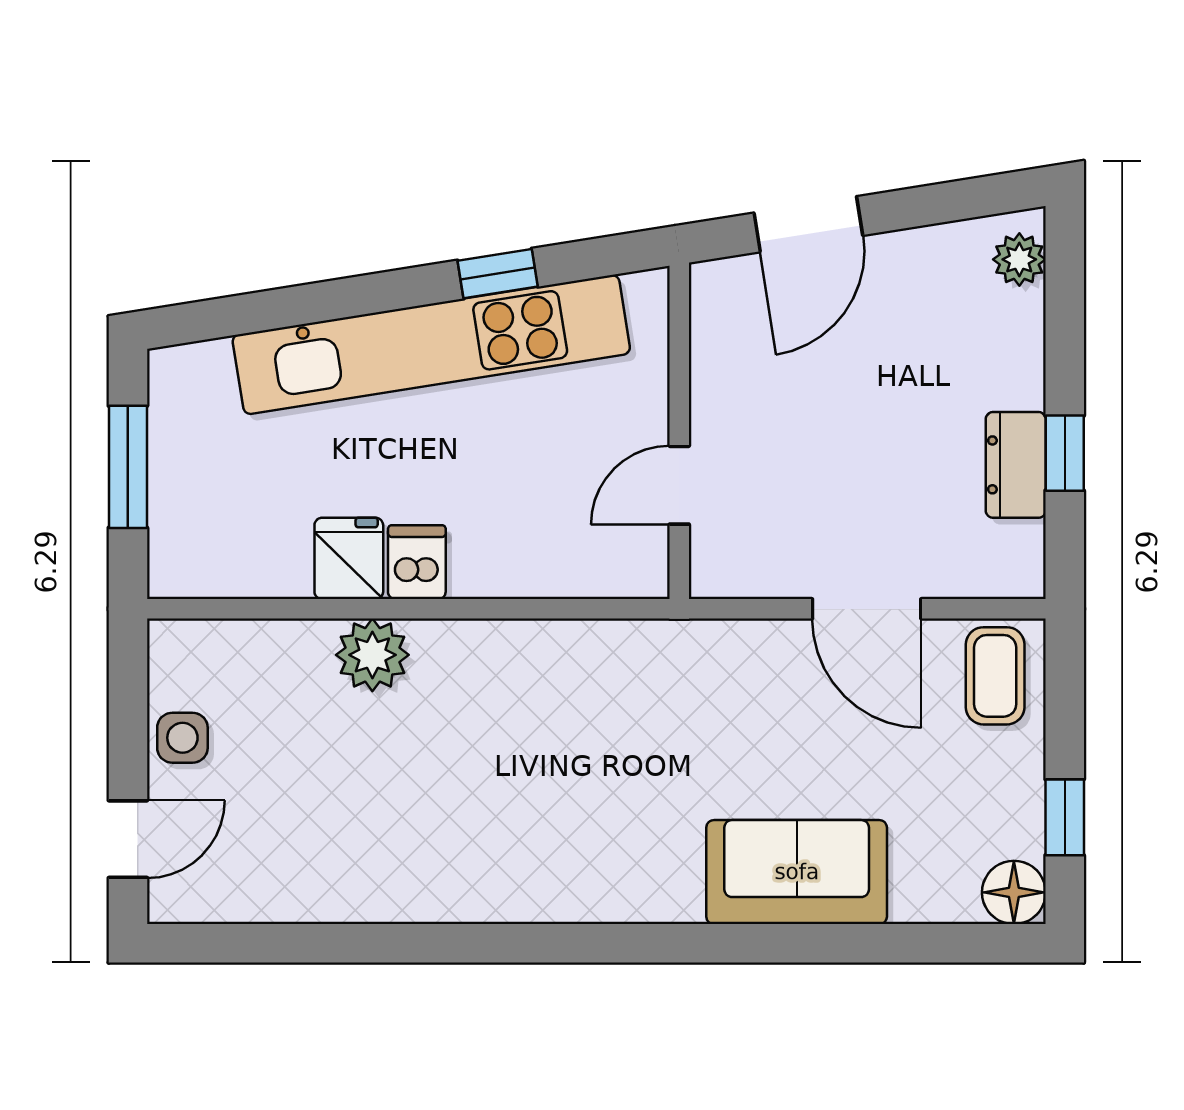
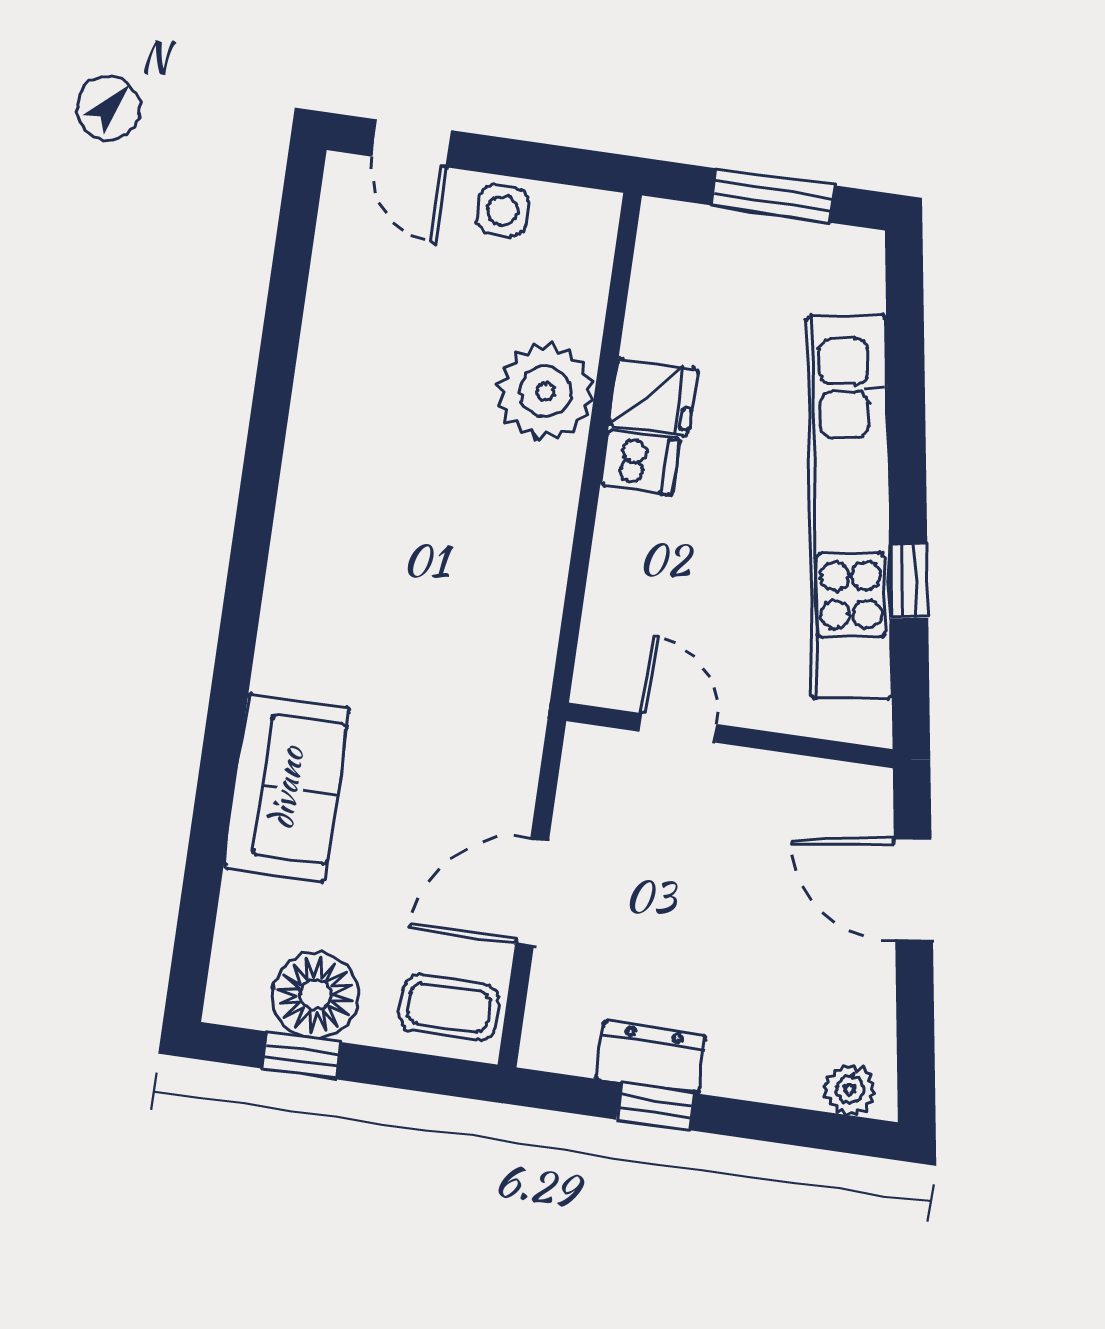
plant: (372, 655) -> (545, 392), width x1.36, depth x1.36
floor lamp: (1014, 892) -> (316, 995), moved, width x1.38, depth x1.38

